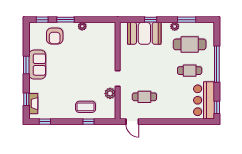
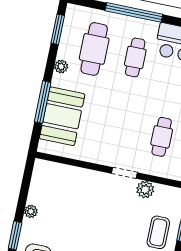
window: (151, 20) -> (43, 102), width x2.17
window: (187, 20) -> (58, 29), moved

